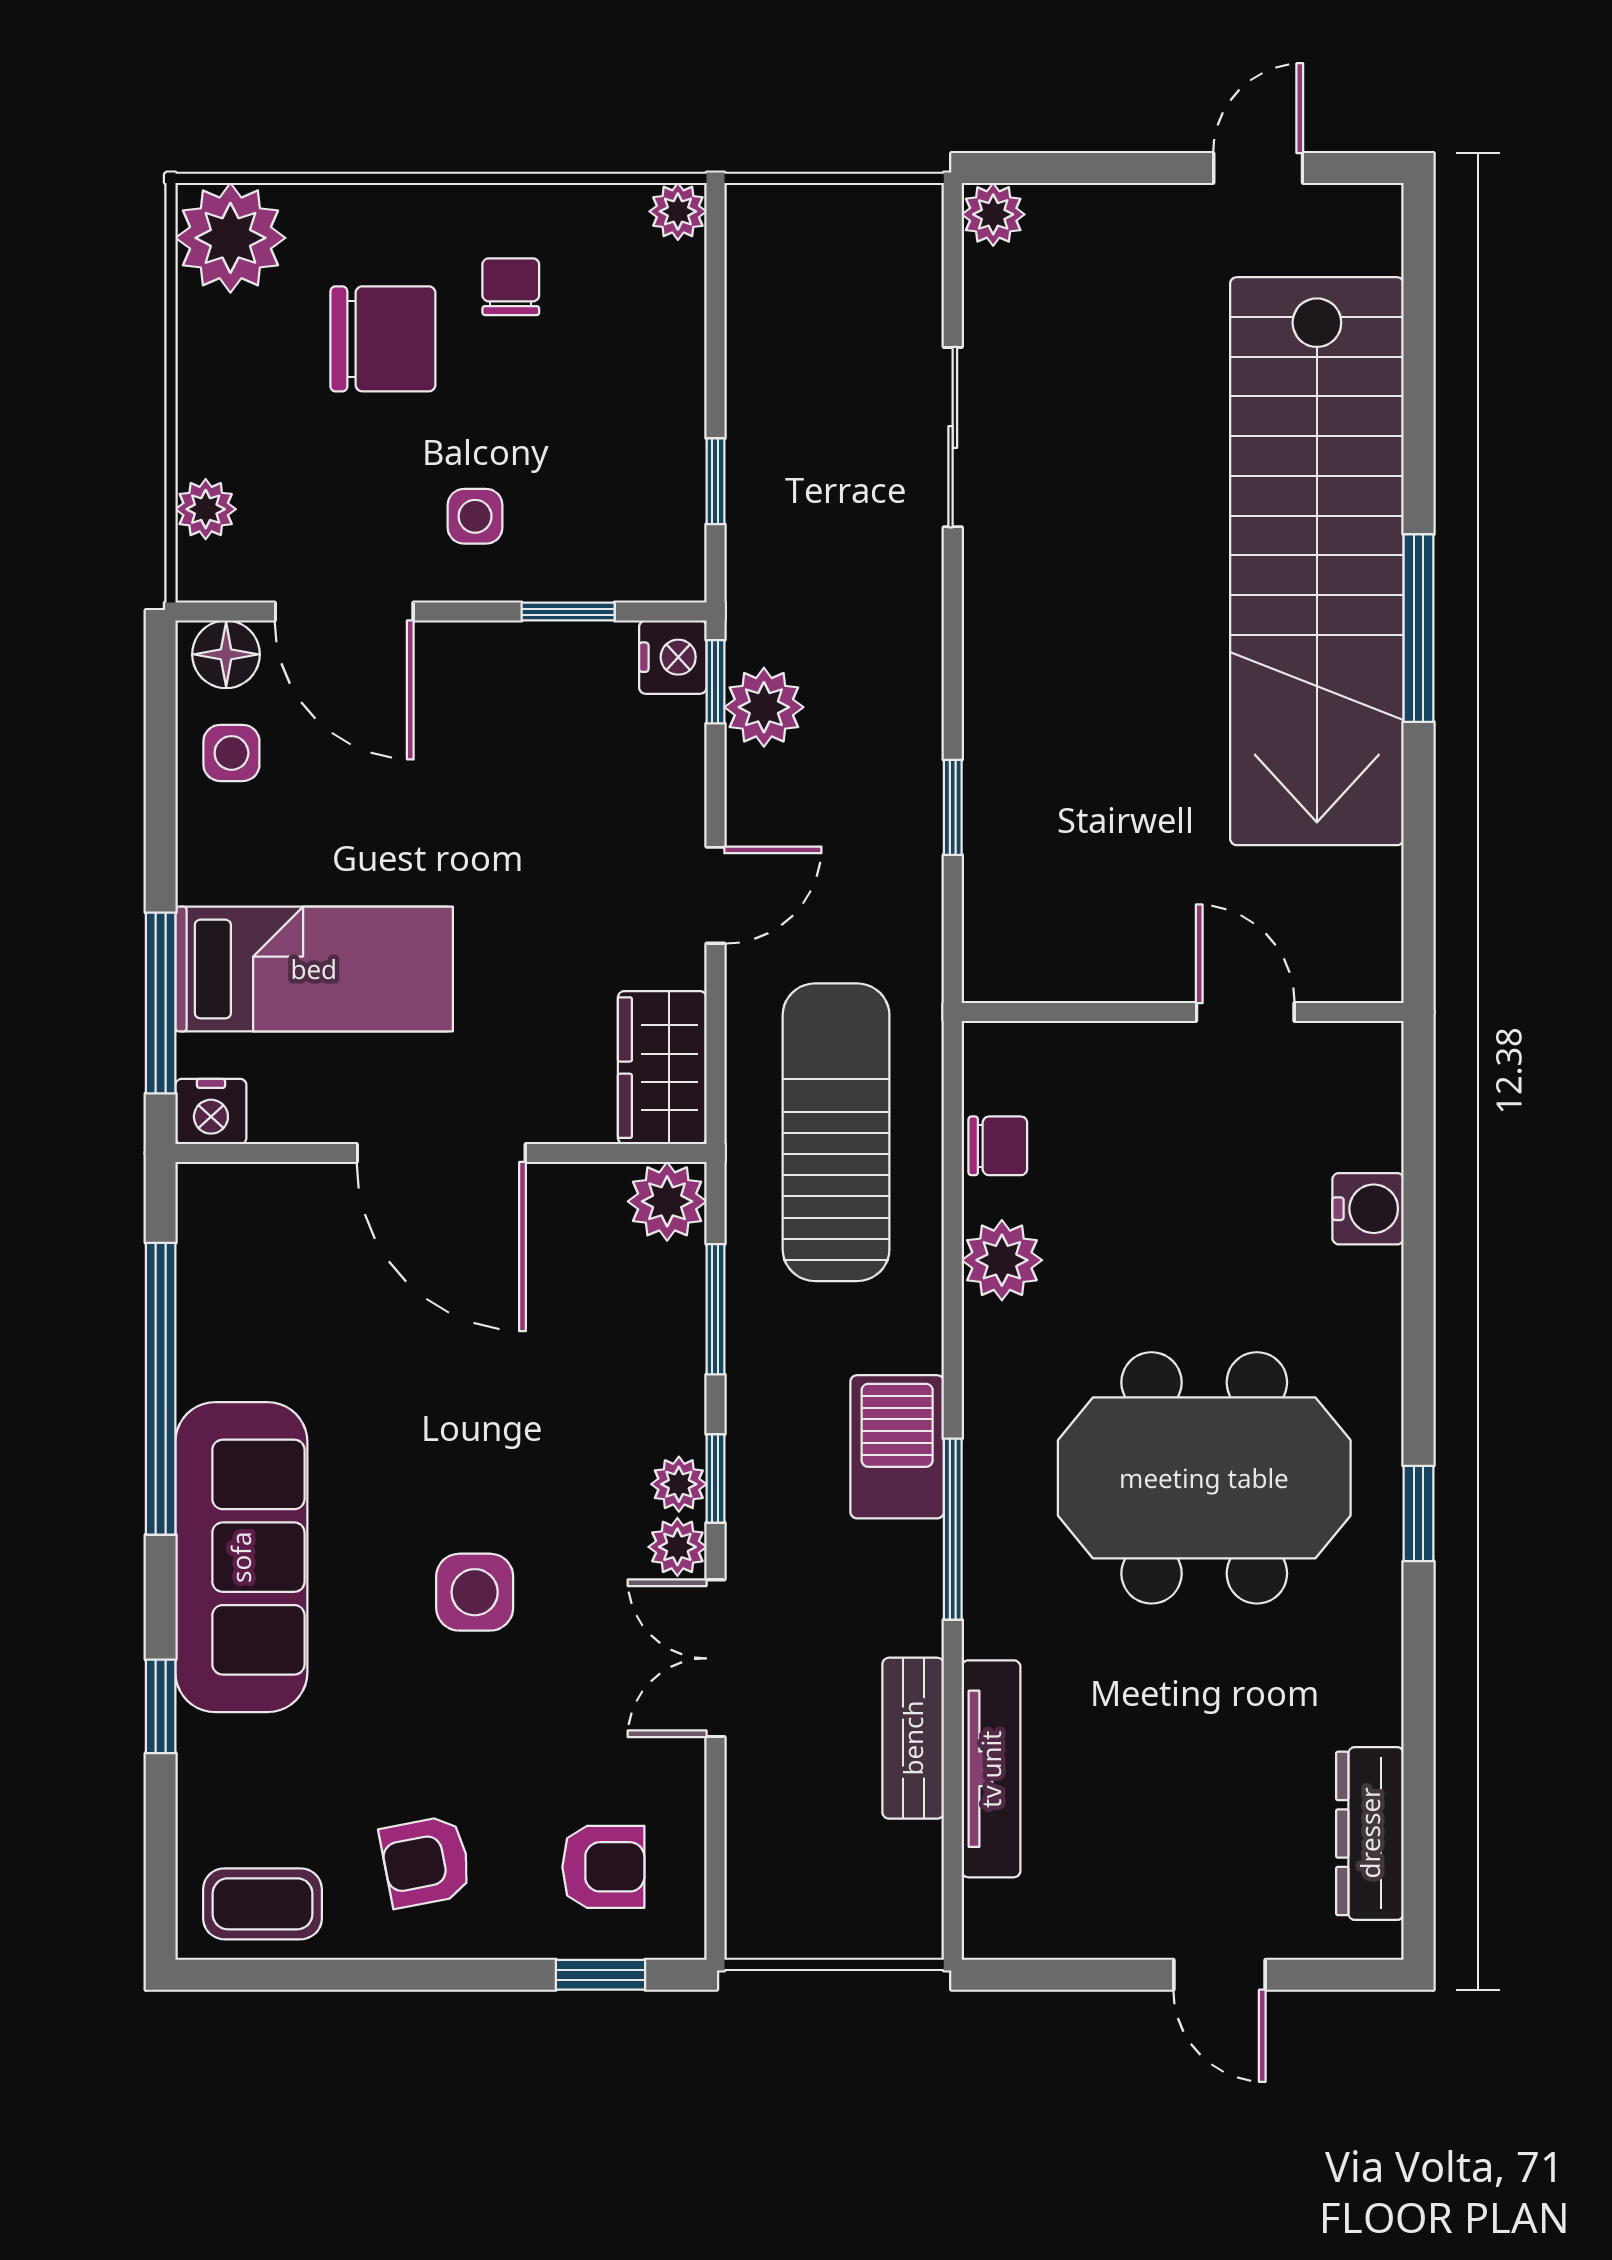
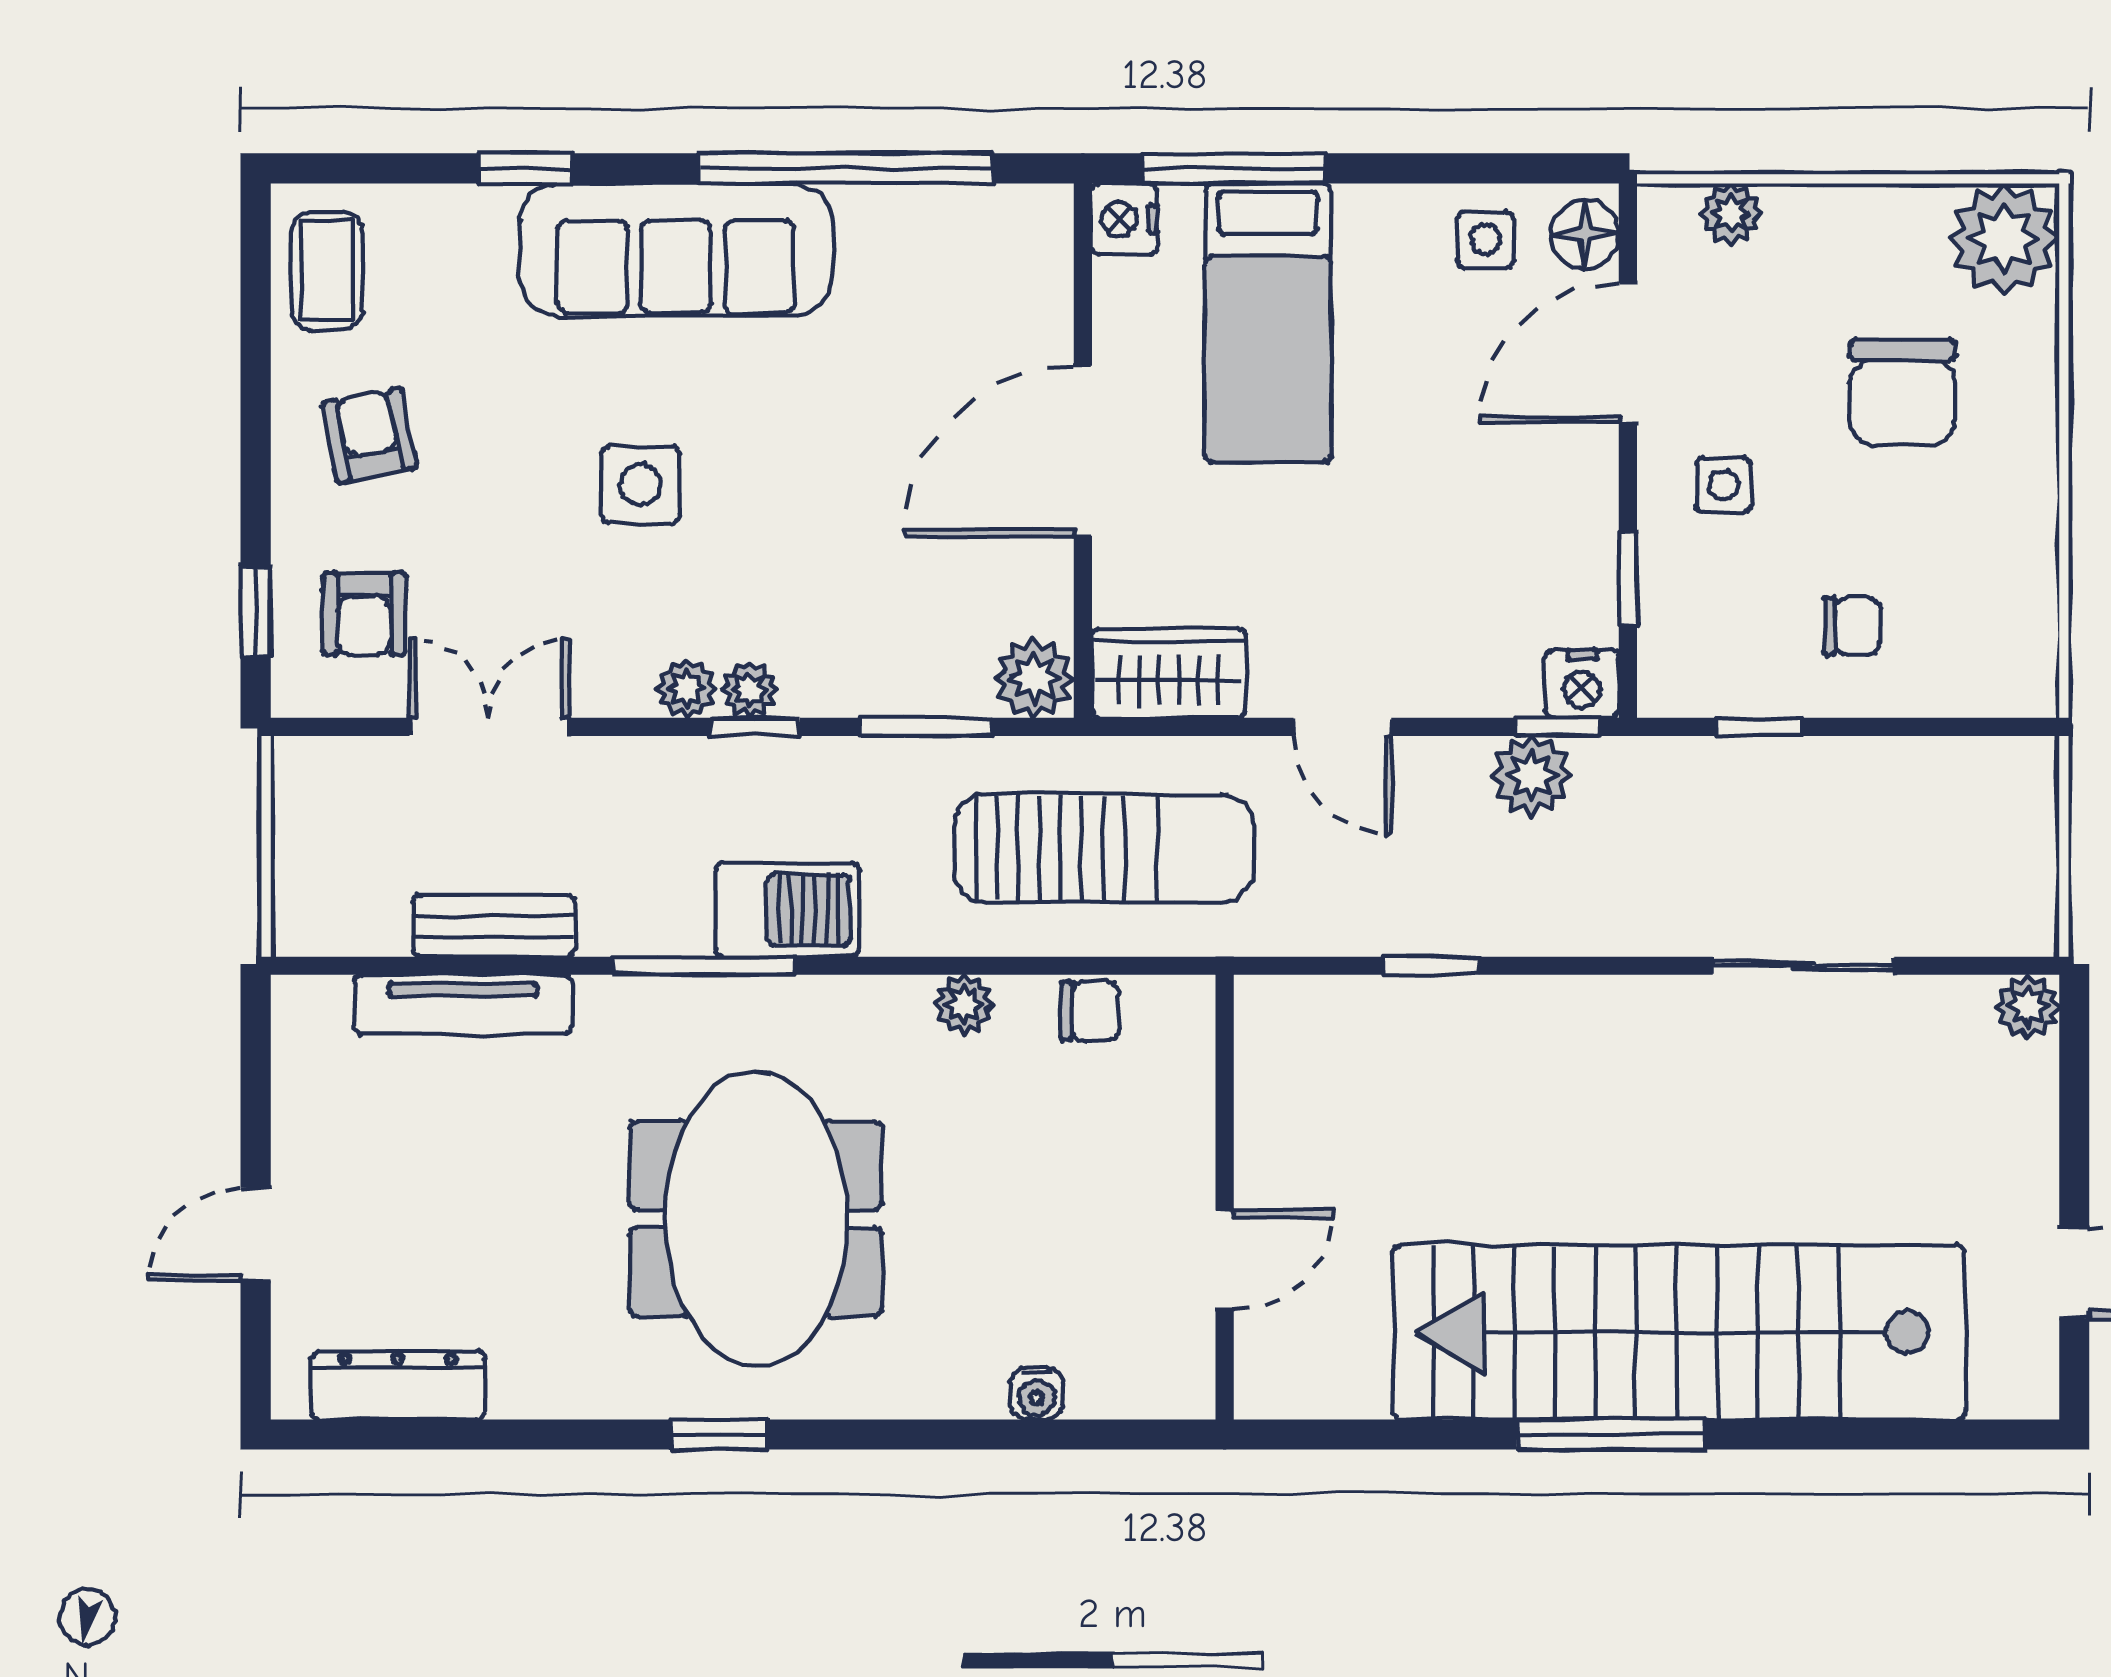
plant: (678, 211) -> (2031, 689), removed
chair: (511, 287) -> (1852, 626), moved
chair: (998, 1146) -> (1090, 1011), turned -90
water cooler: (1368, 1209) -> (1037, 1394), width x0.72, depth x0.72
plant: (1002, 1260) -> (964, 1004), width x0.73, depth x0.73
double door: (715, 1658) -> (489, 727), moved

